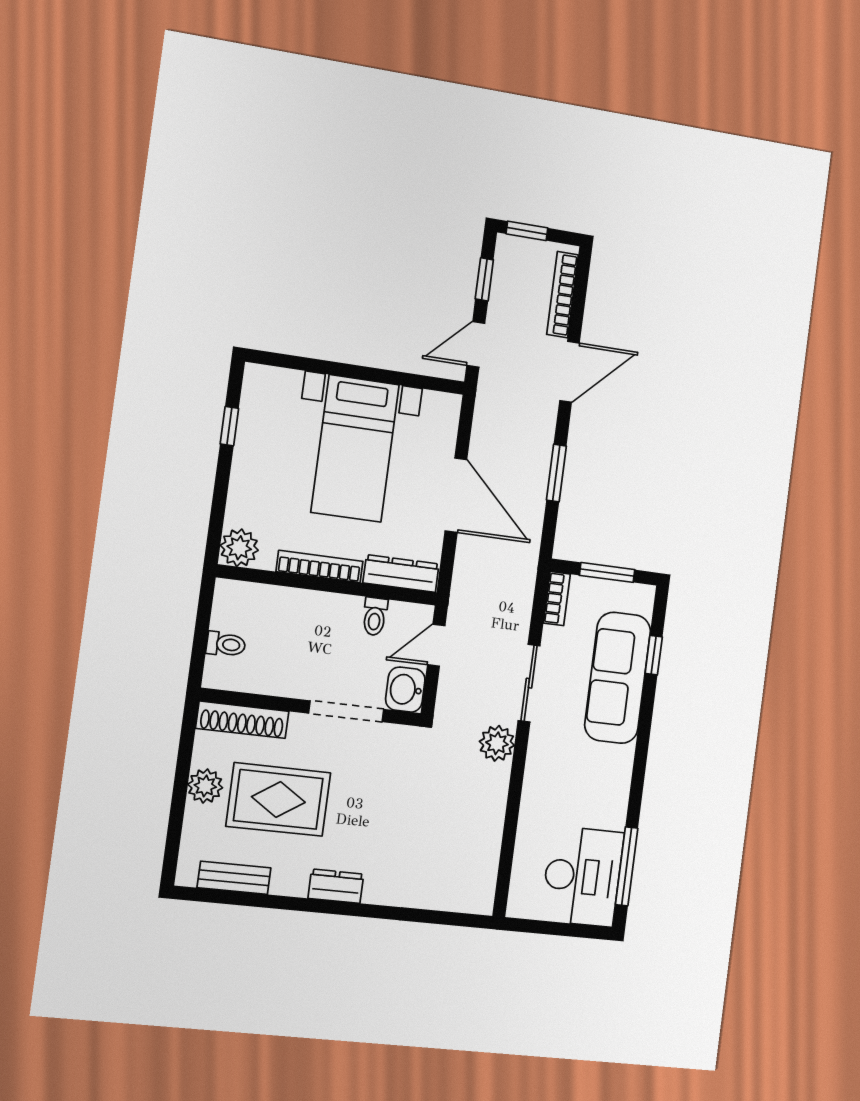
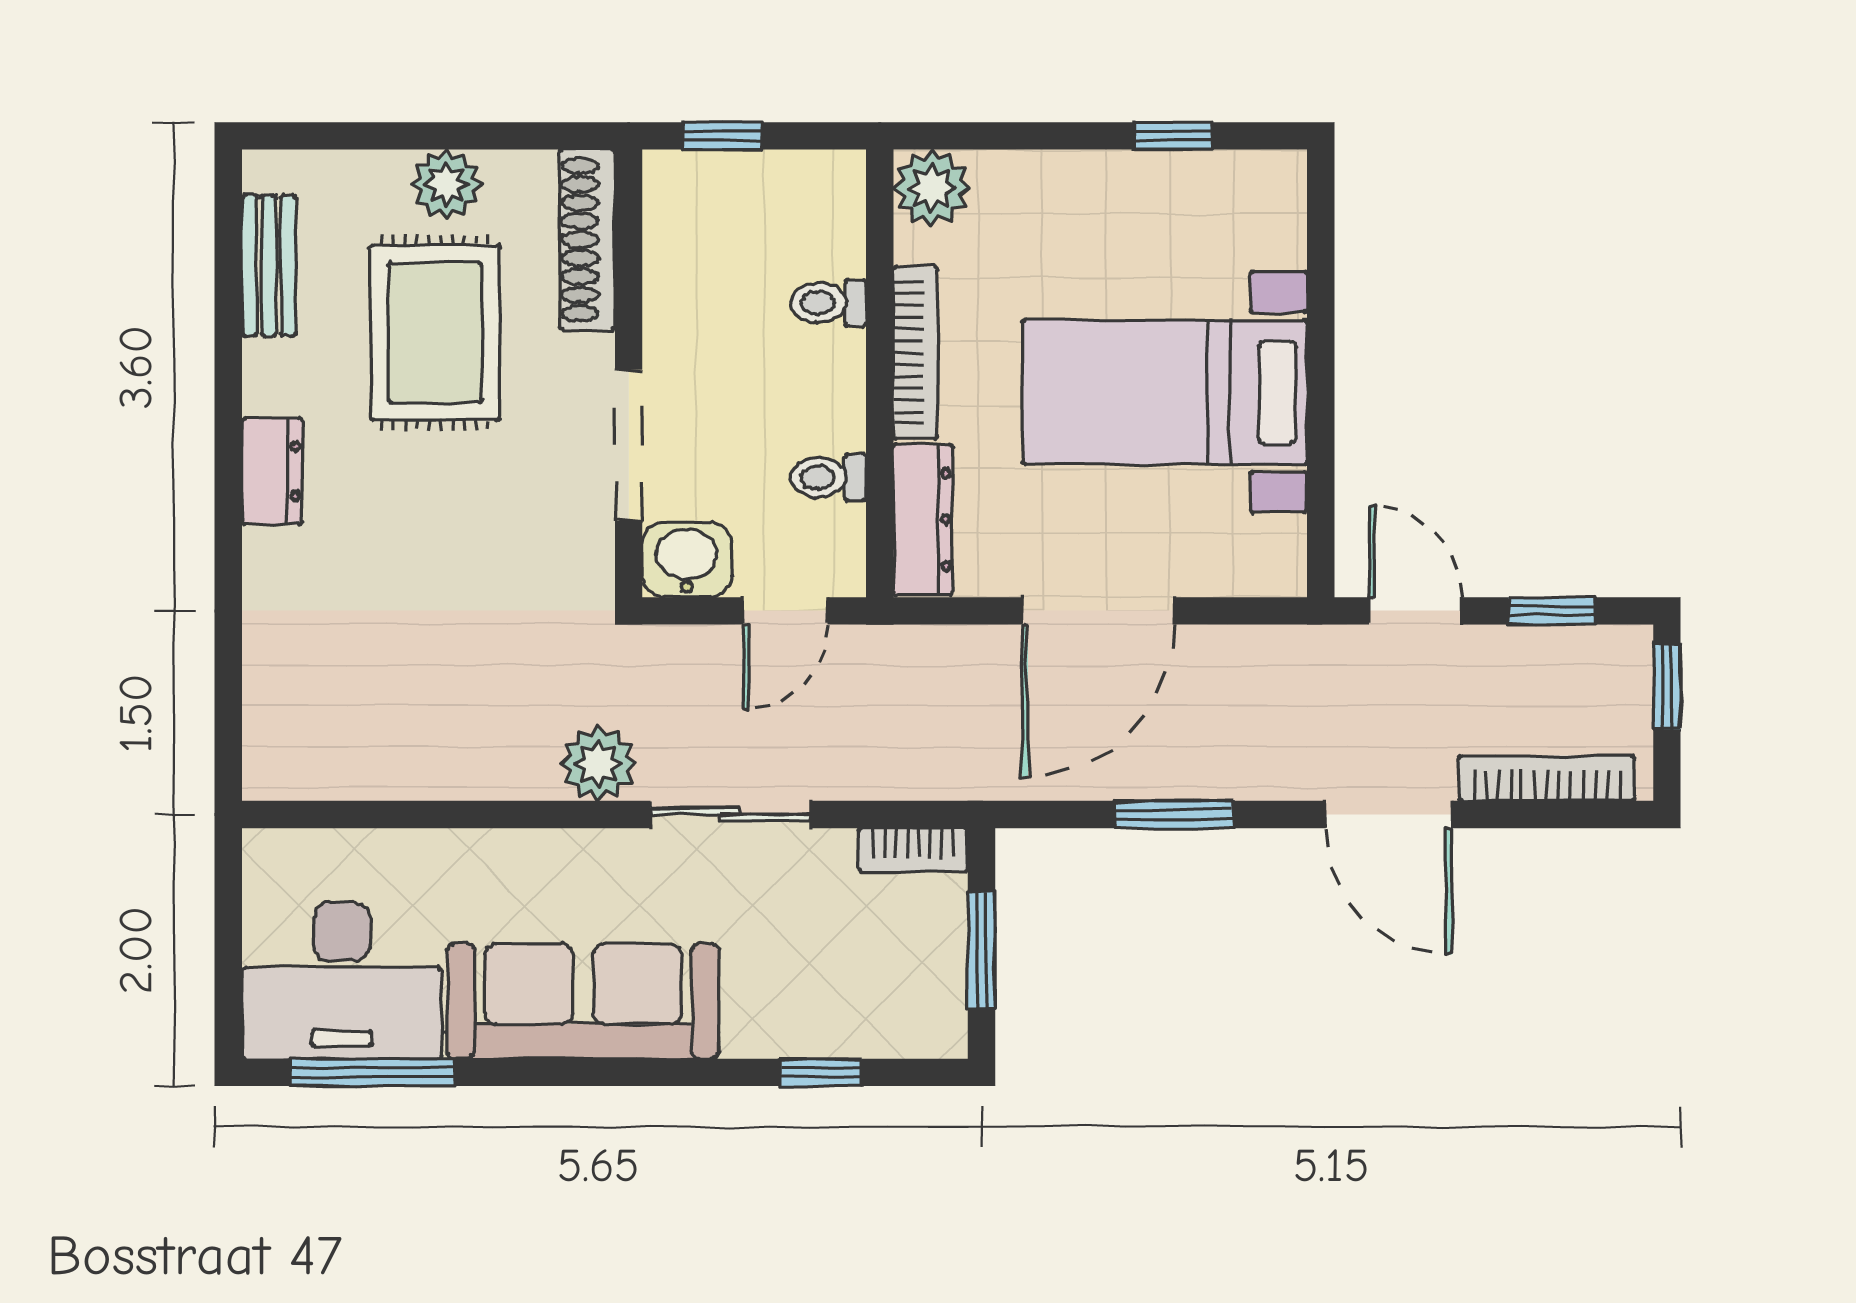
toilet: (226, 644) -> (828, 303), moved, turned 90
door: (436, 645) -> (785, 611), swing flipped
window: (199, 647) -> (722, 136), added
sofa: (618, 678) -> (583, 1001), moved

